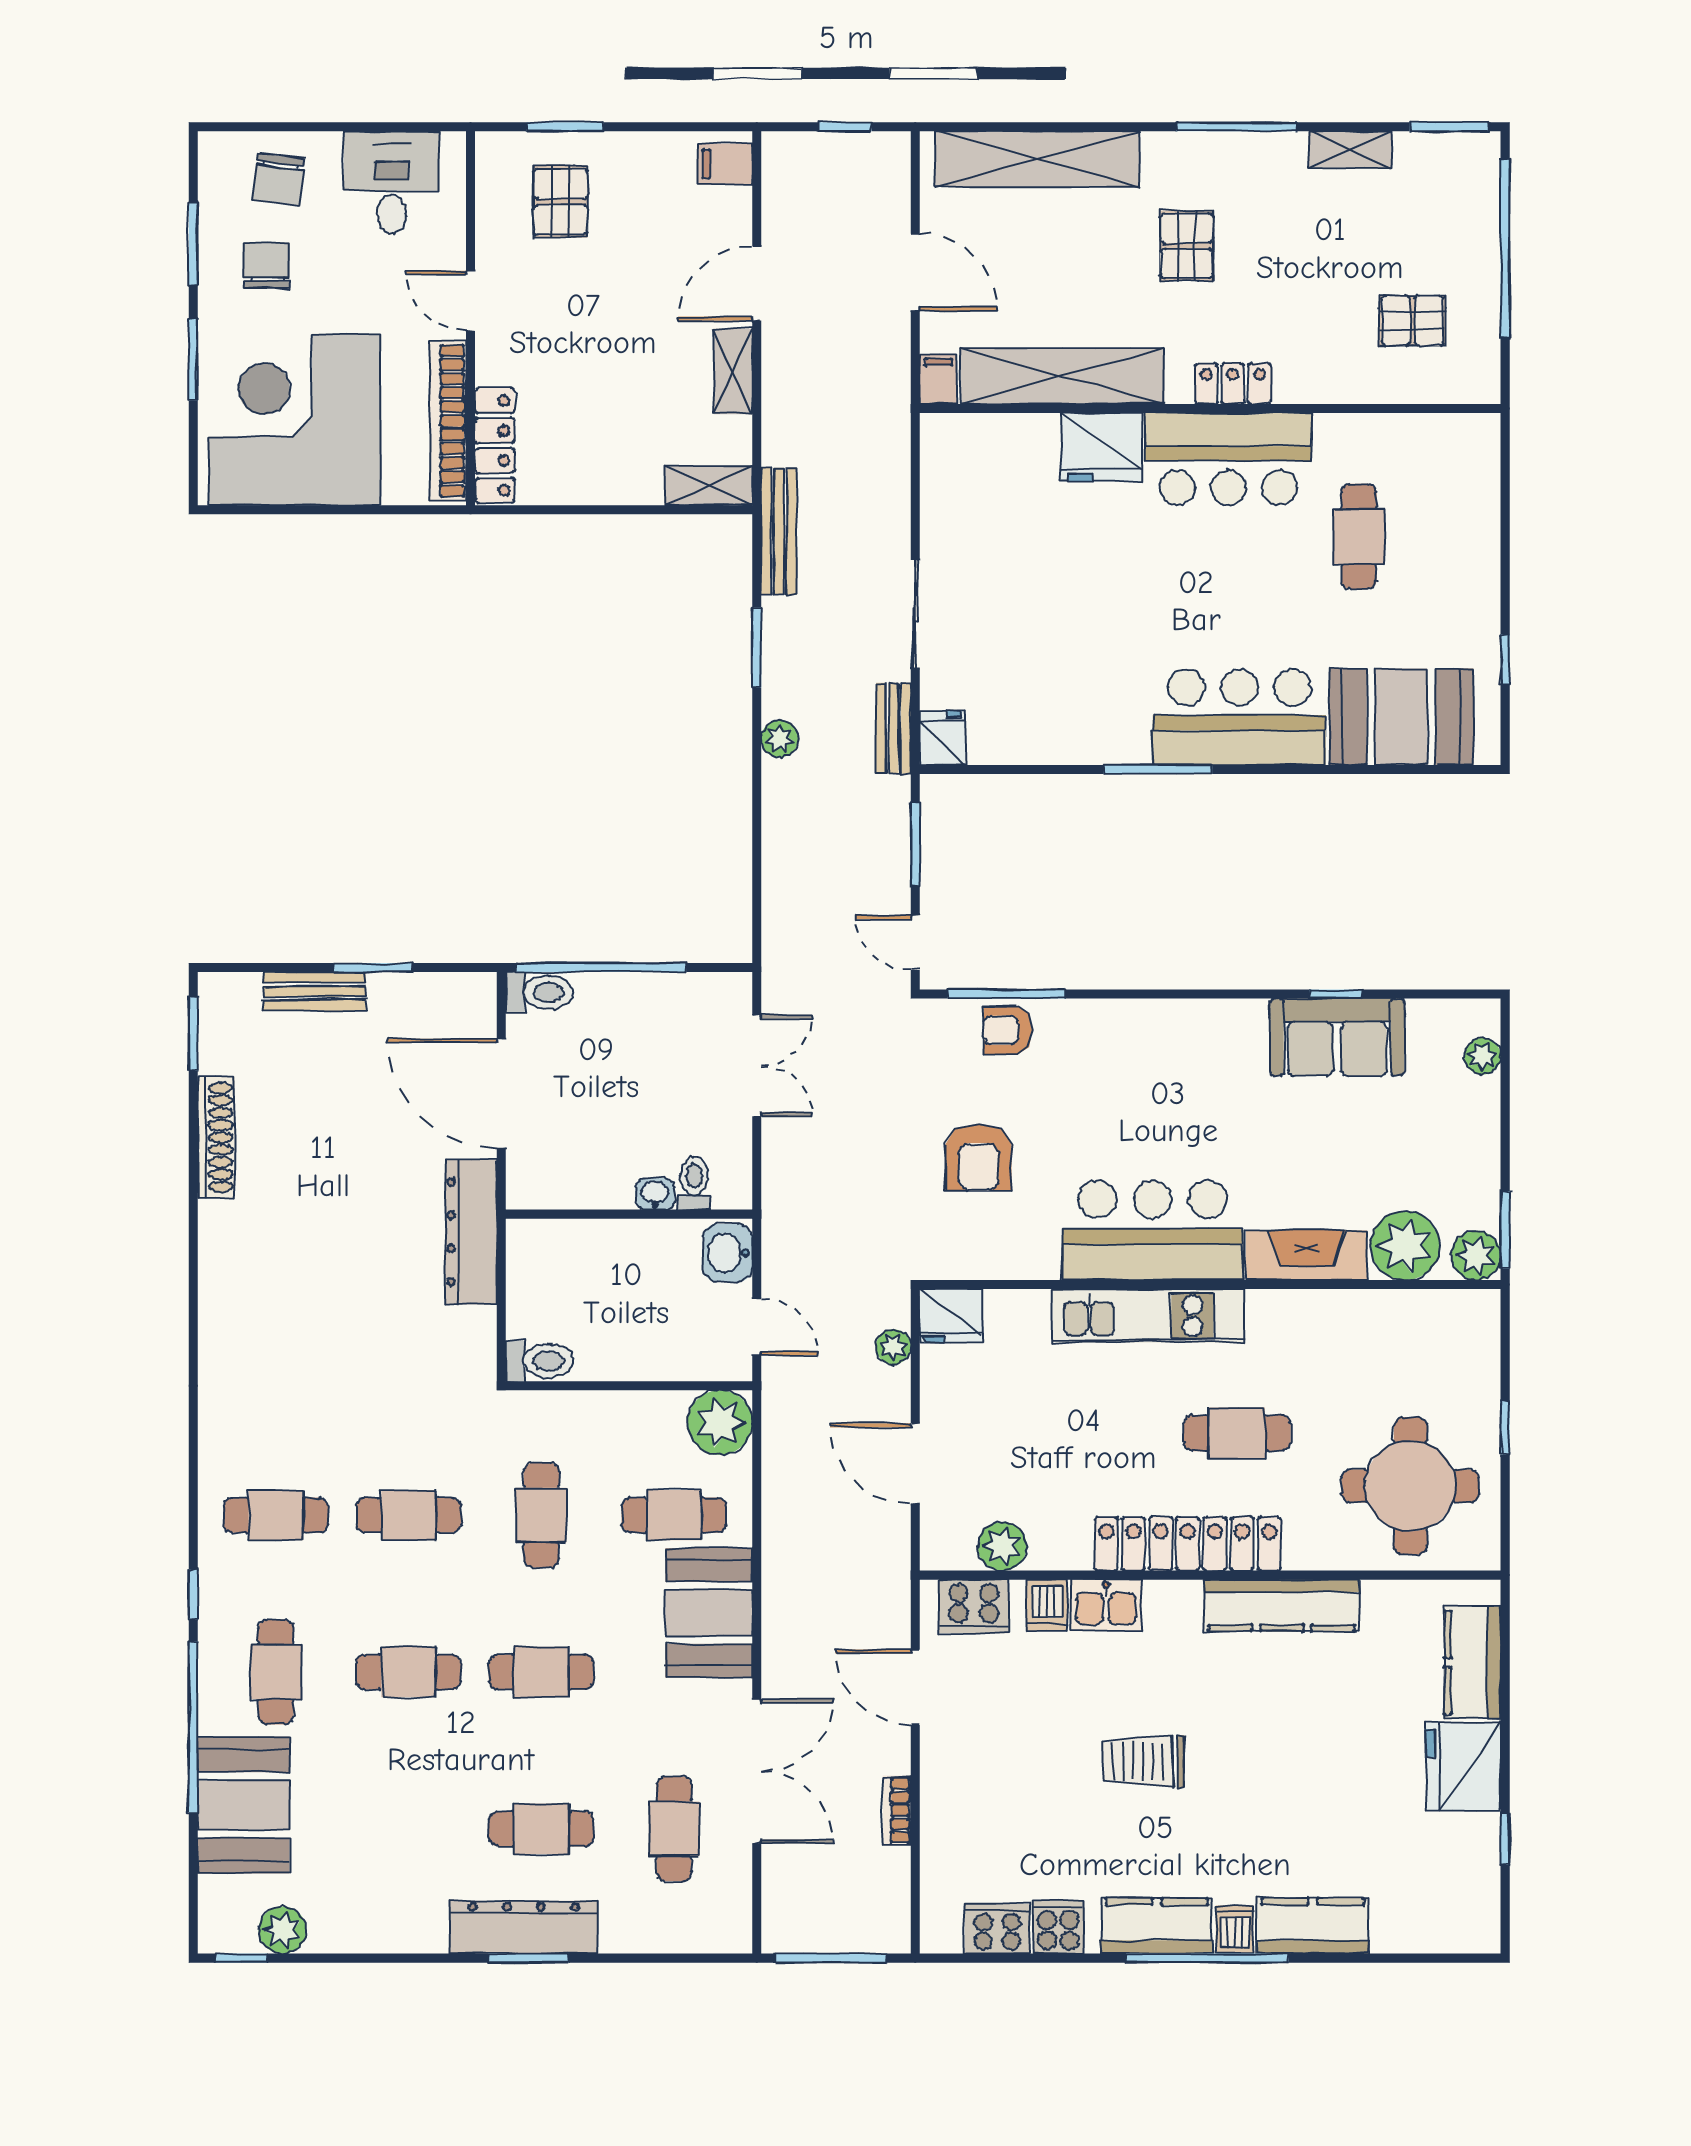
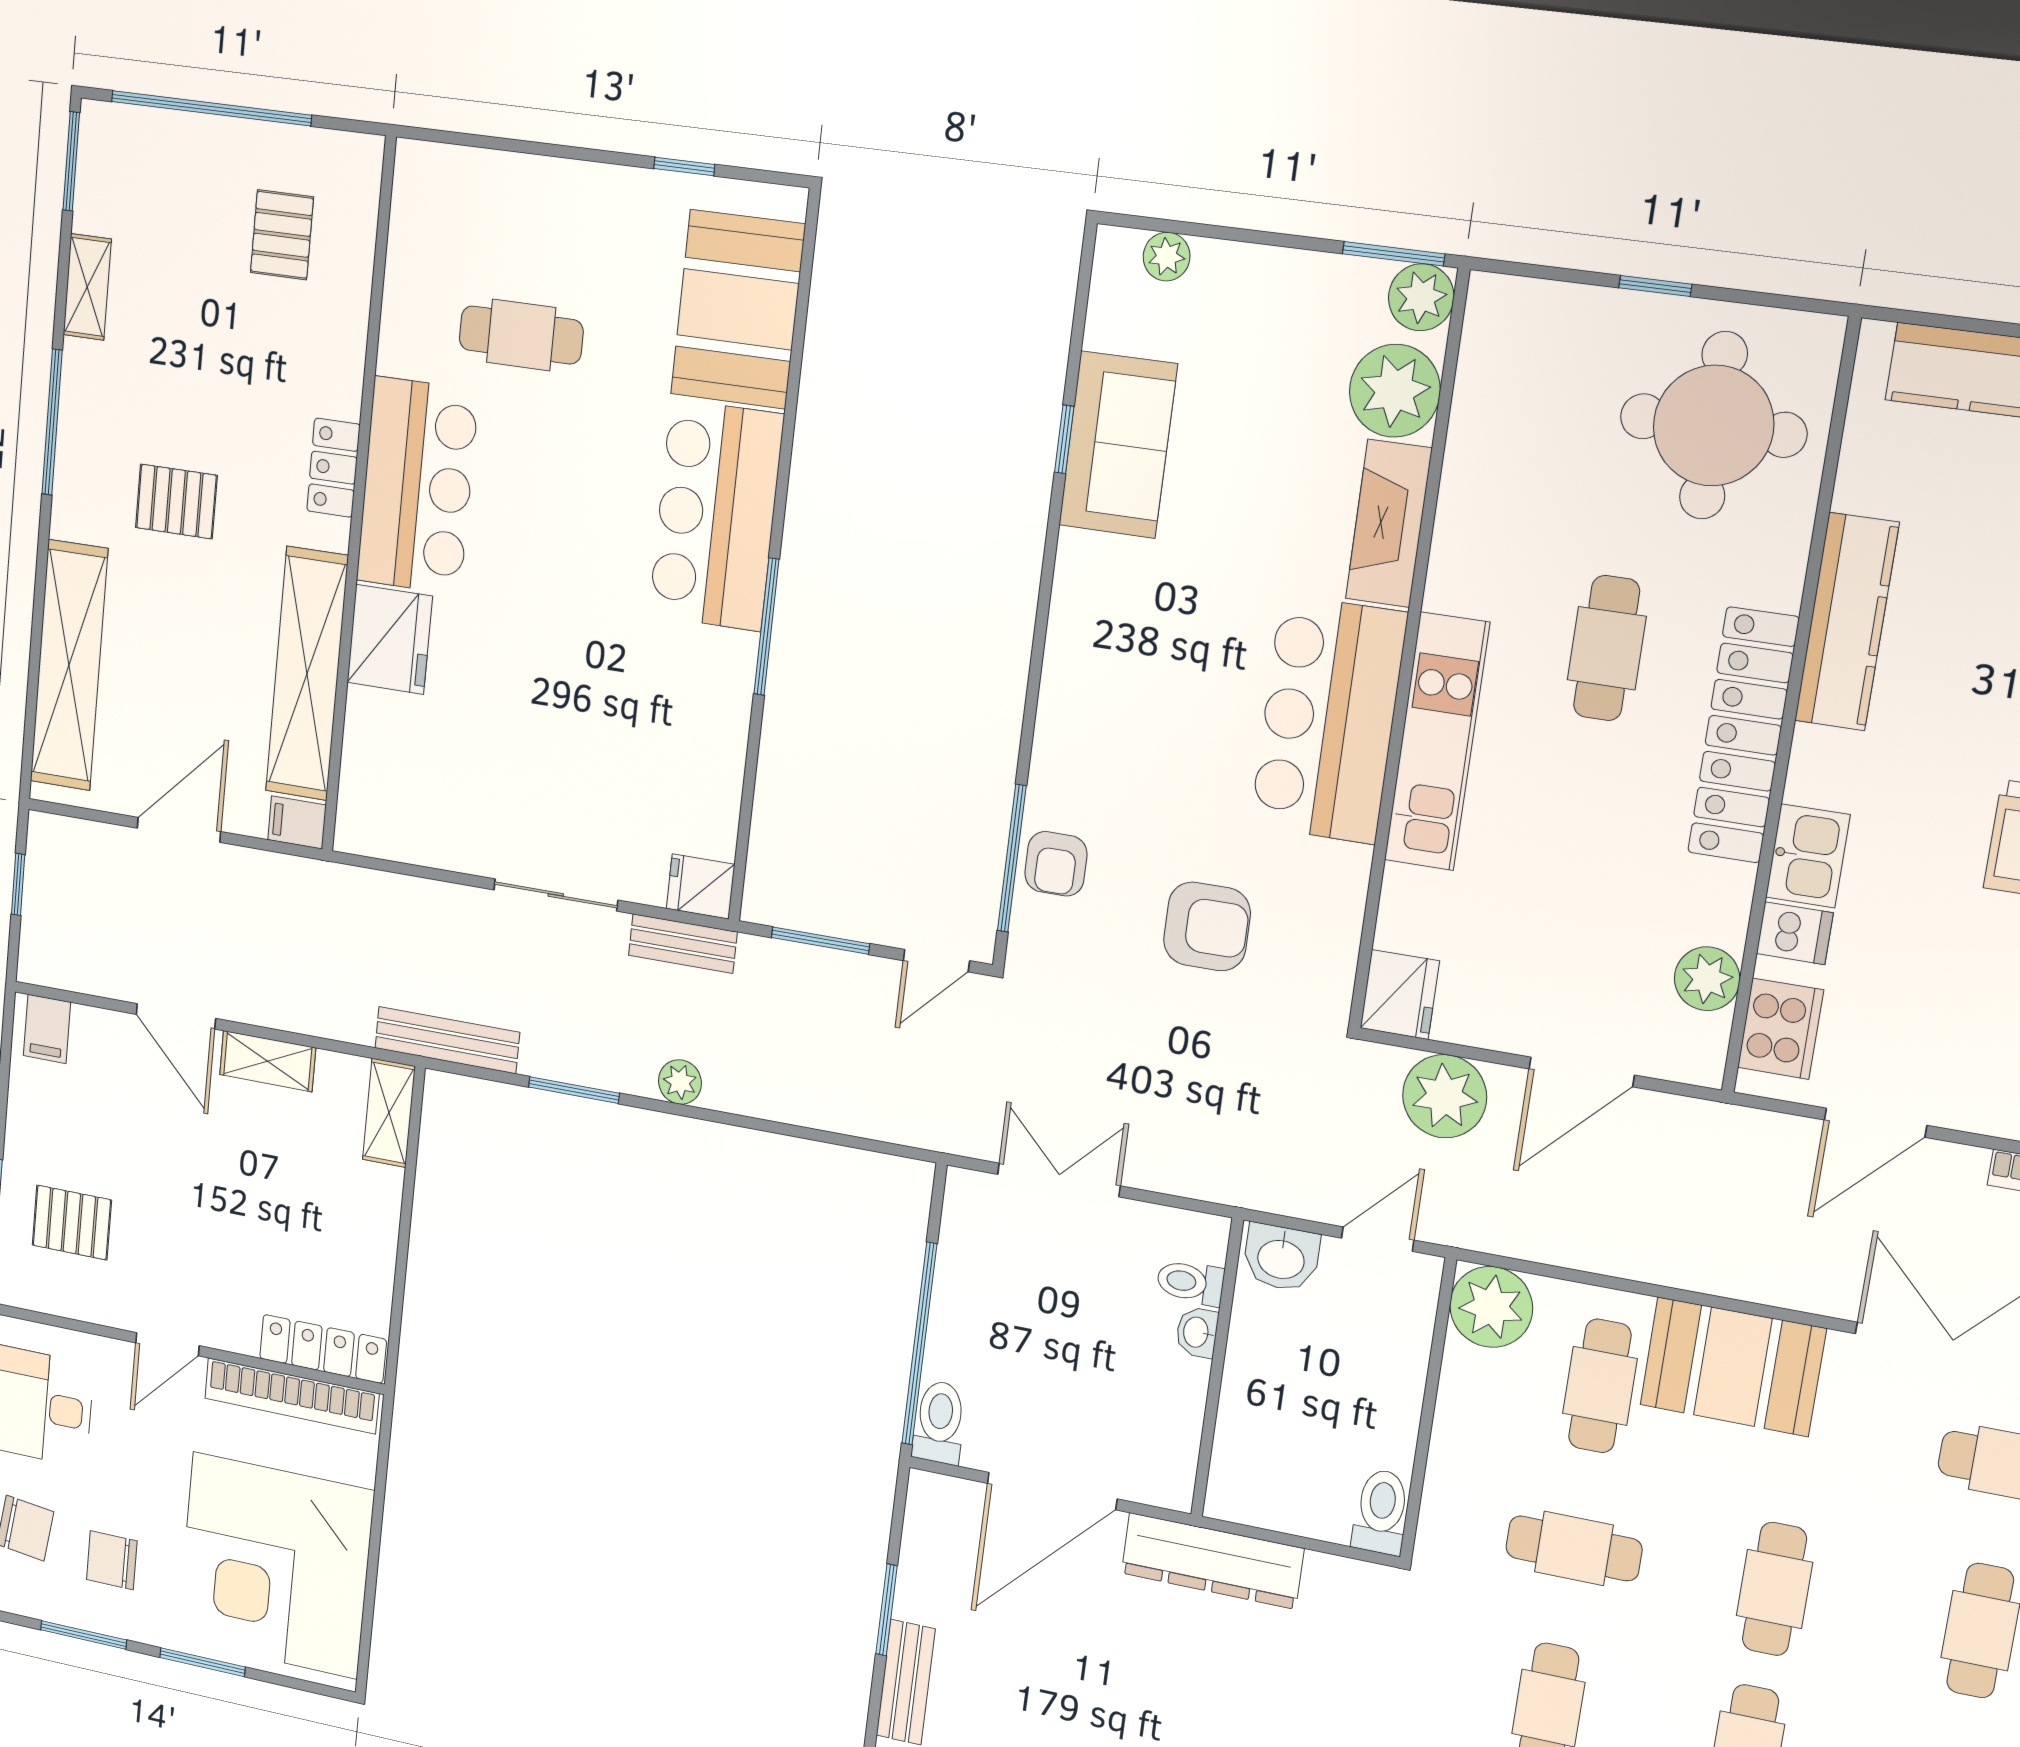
plant: (893, 1347) -> (1445, 1096), width x1.88, depth x1.88

